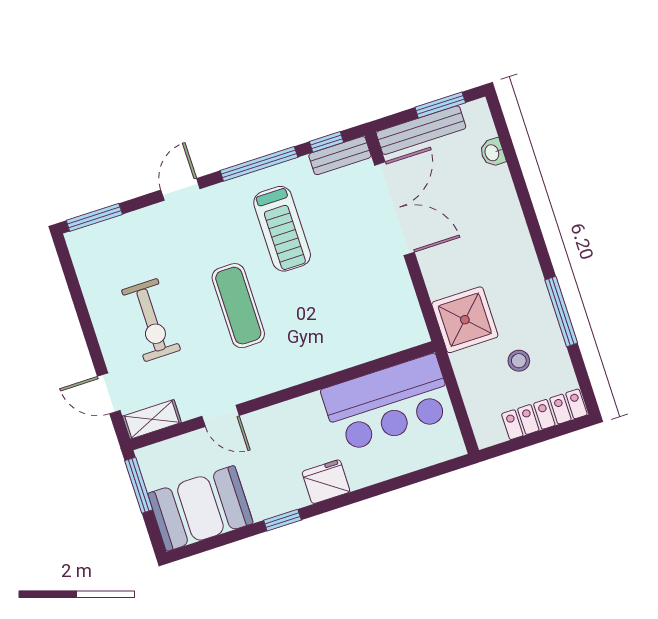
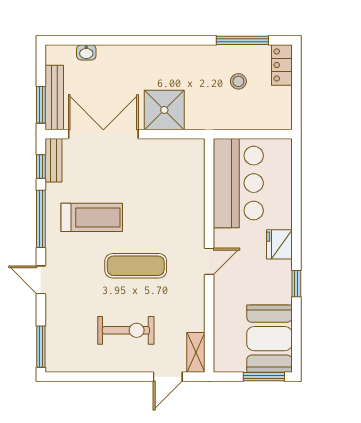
window: (440, 105) -> (41, 105), moved
window: (561, 312) -> (242, 40), moved
shower: (465, 320) -> (164, 110), moved
locker: (544, 414) -> (282, 65), width x0.66
door: (221, 416) -> (209, 261), moved
window: (139, 485) -> (264, 377), moved

